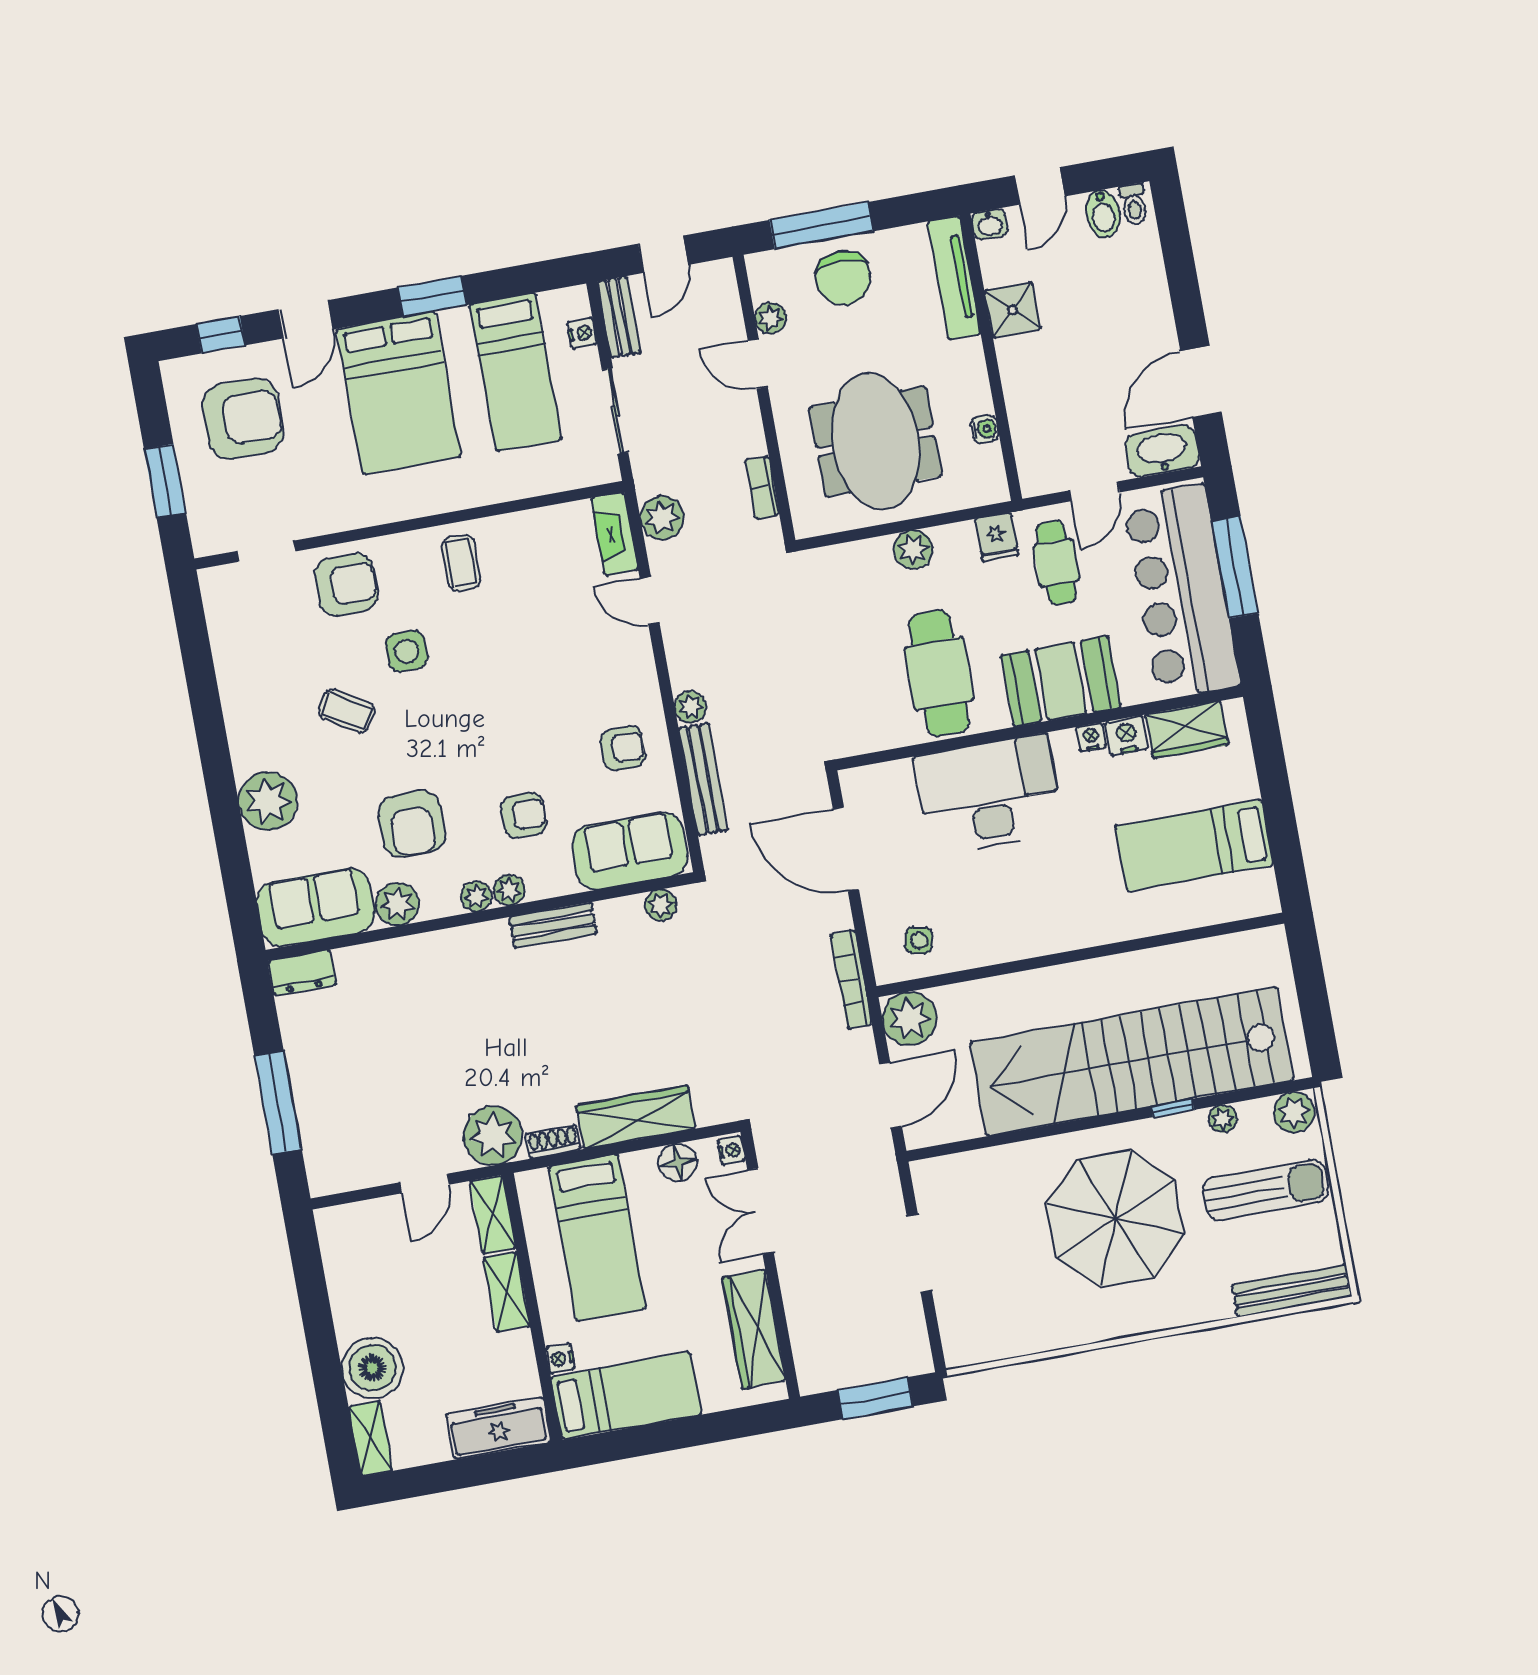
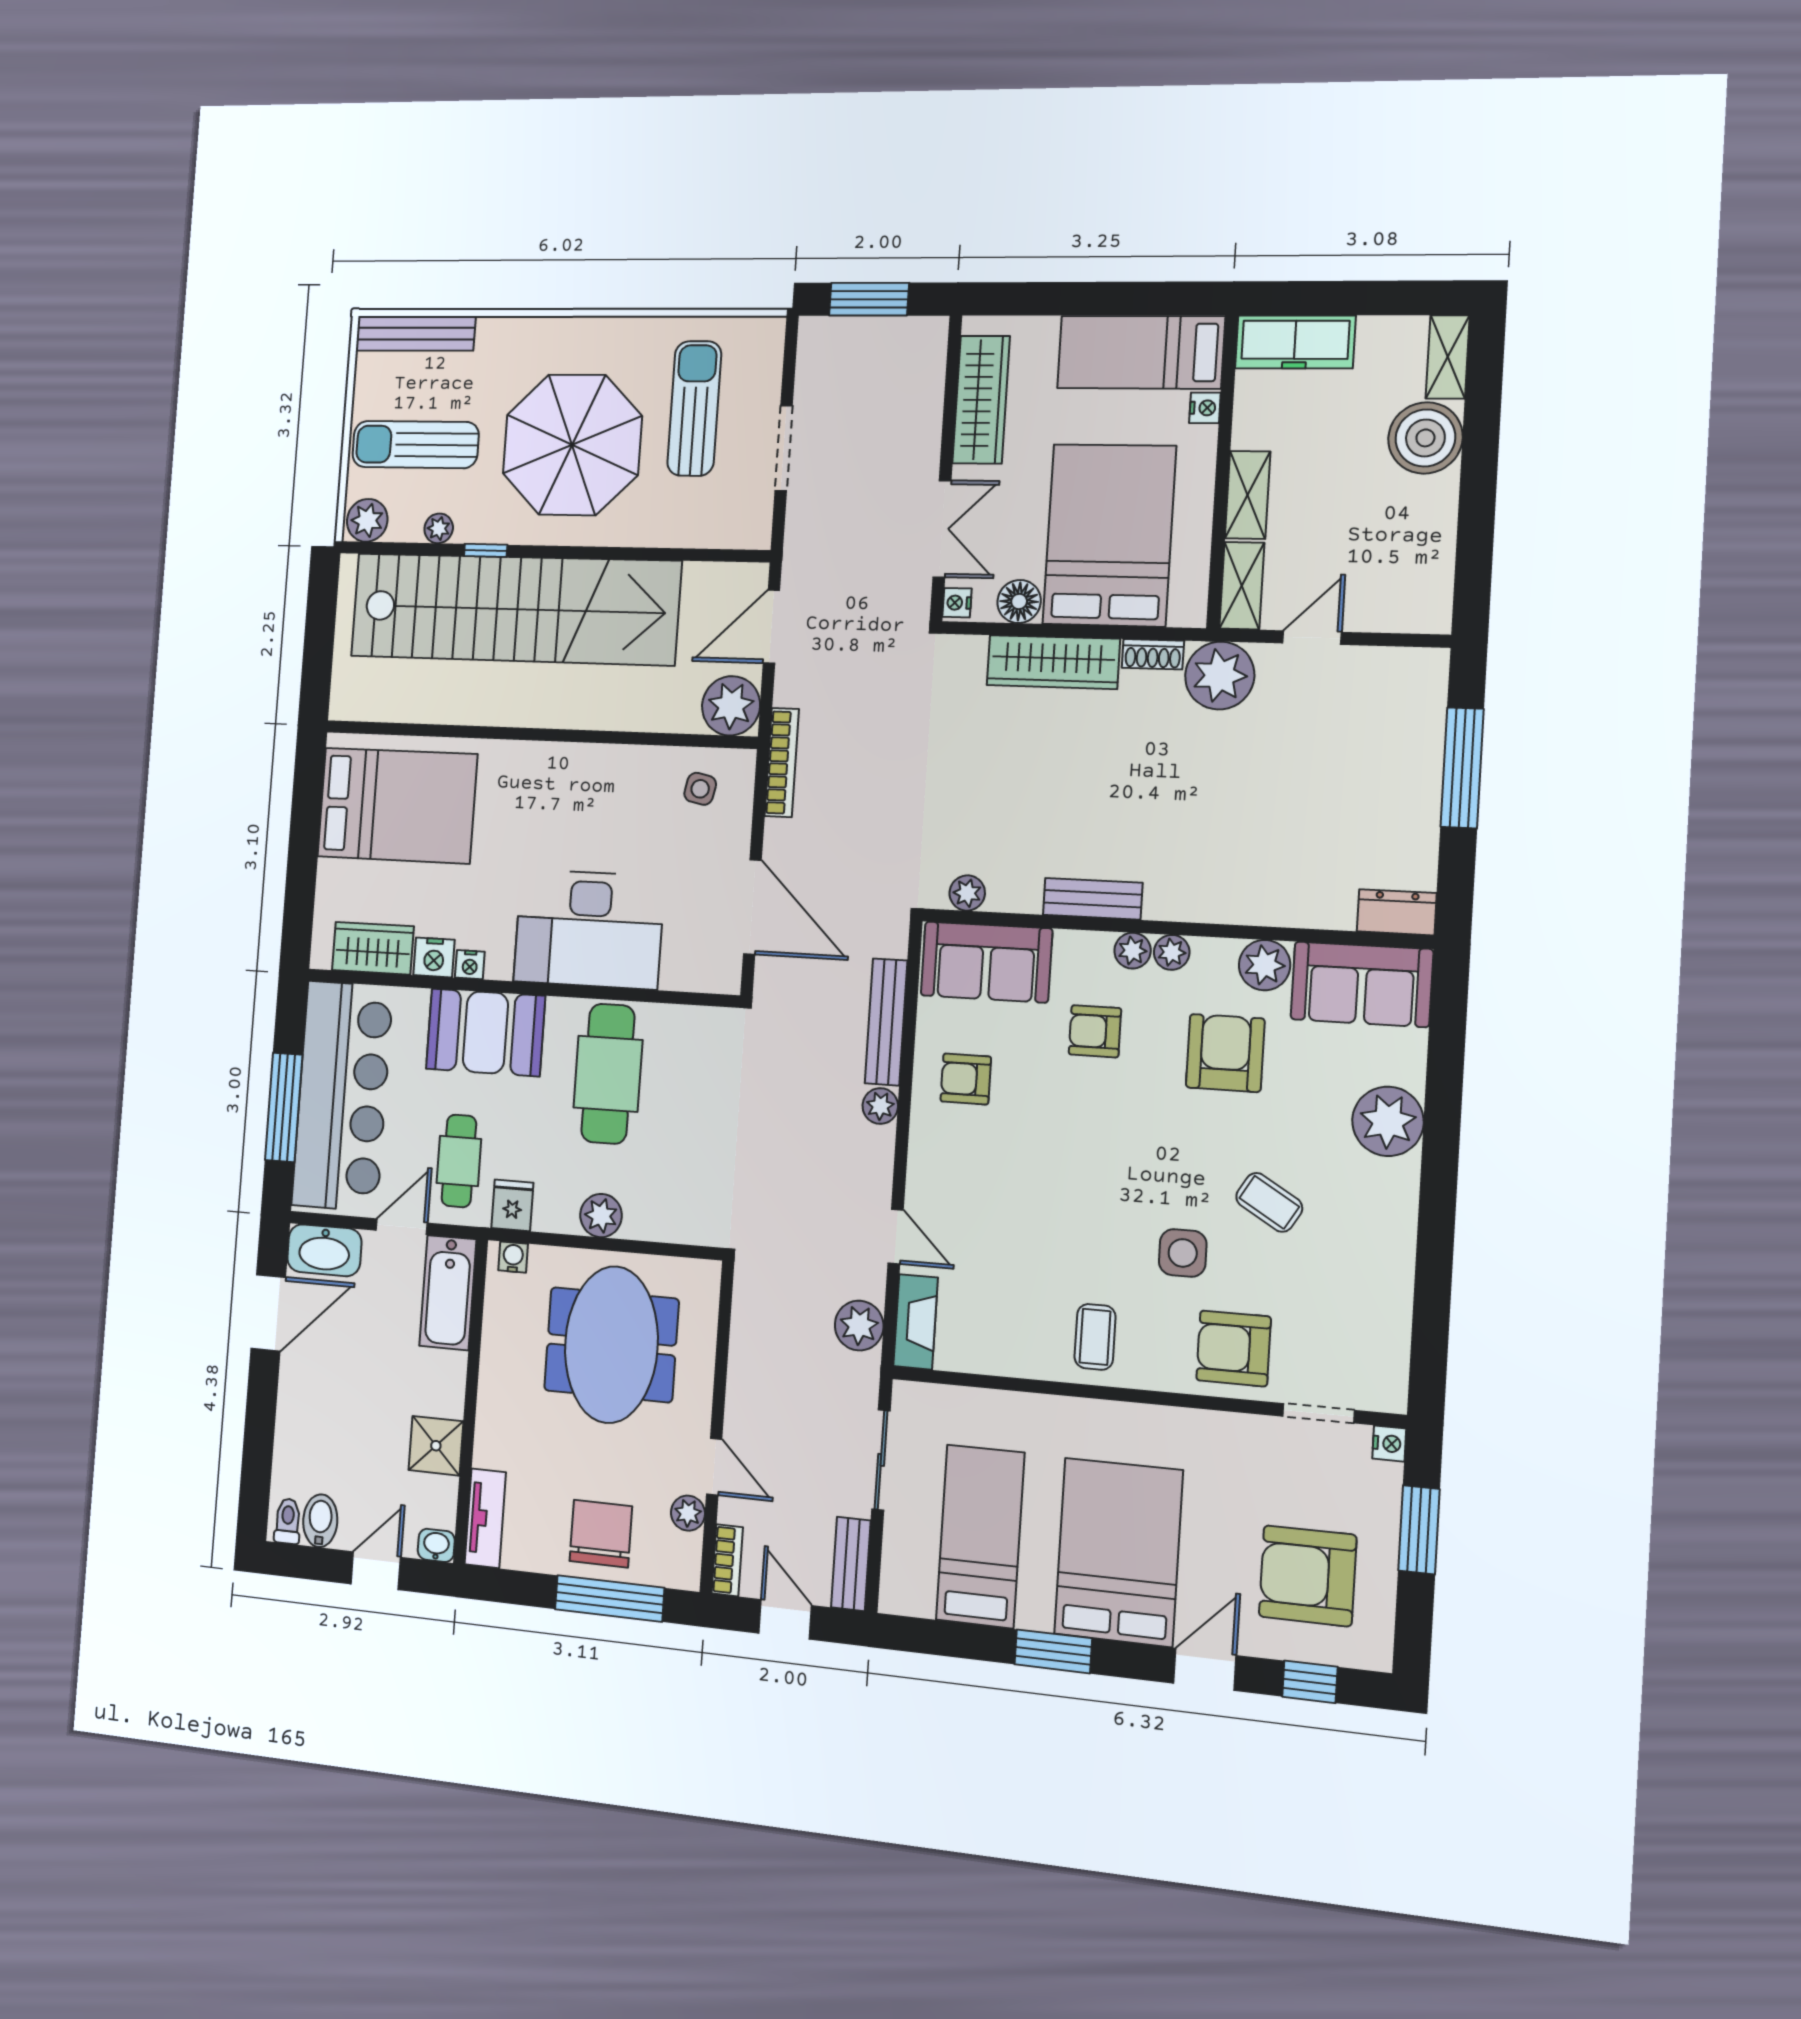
door: (663, 254) -> (785, 1619), hinge flipped
tv unit: (954, 278) -> (485, 1518), width x0.71
nightstand: (582, 333) -> (1389, 1444), moved, turned 180
water cooler: (985, 429) -> (513, 1257), moved, turned 90
bathtub: (1036, 445) -> (448, 1293), added
bookcase: (762, 487) -> (727, 1560), moved
bed: (1194, 845) -> (397, 805), width x1.50
bed: (597, 1238) -> (1109, 535), width x1.50
sun lounger: (1010, 1273) -> (694, 408), added

